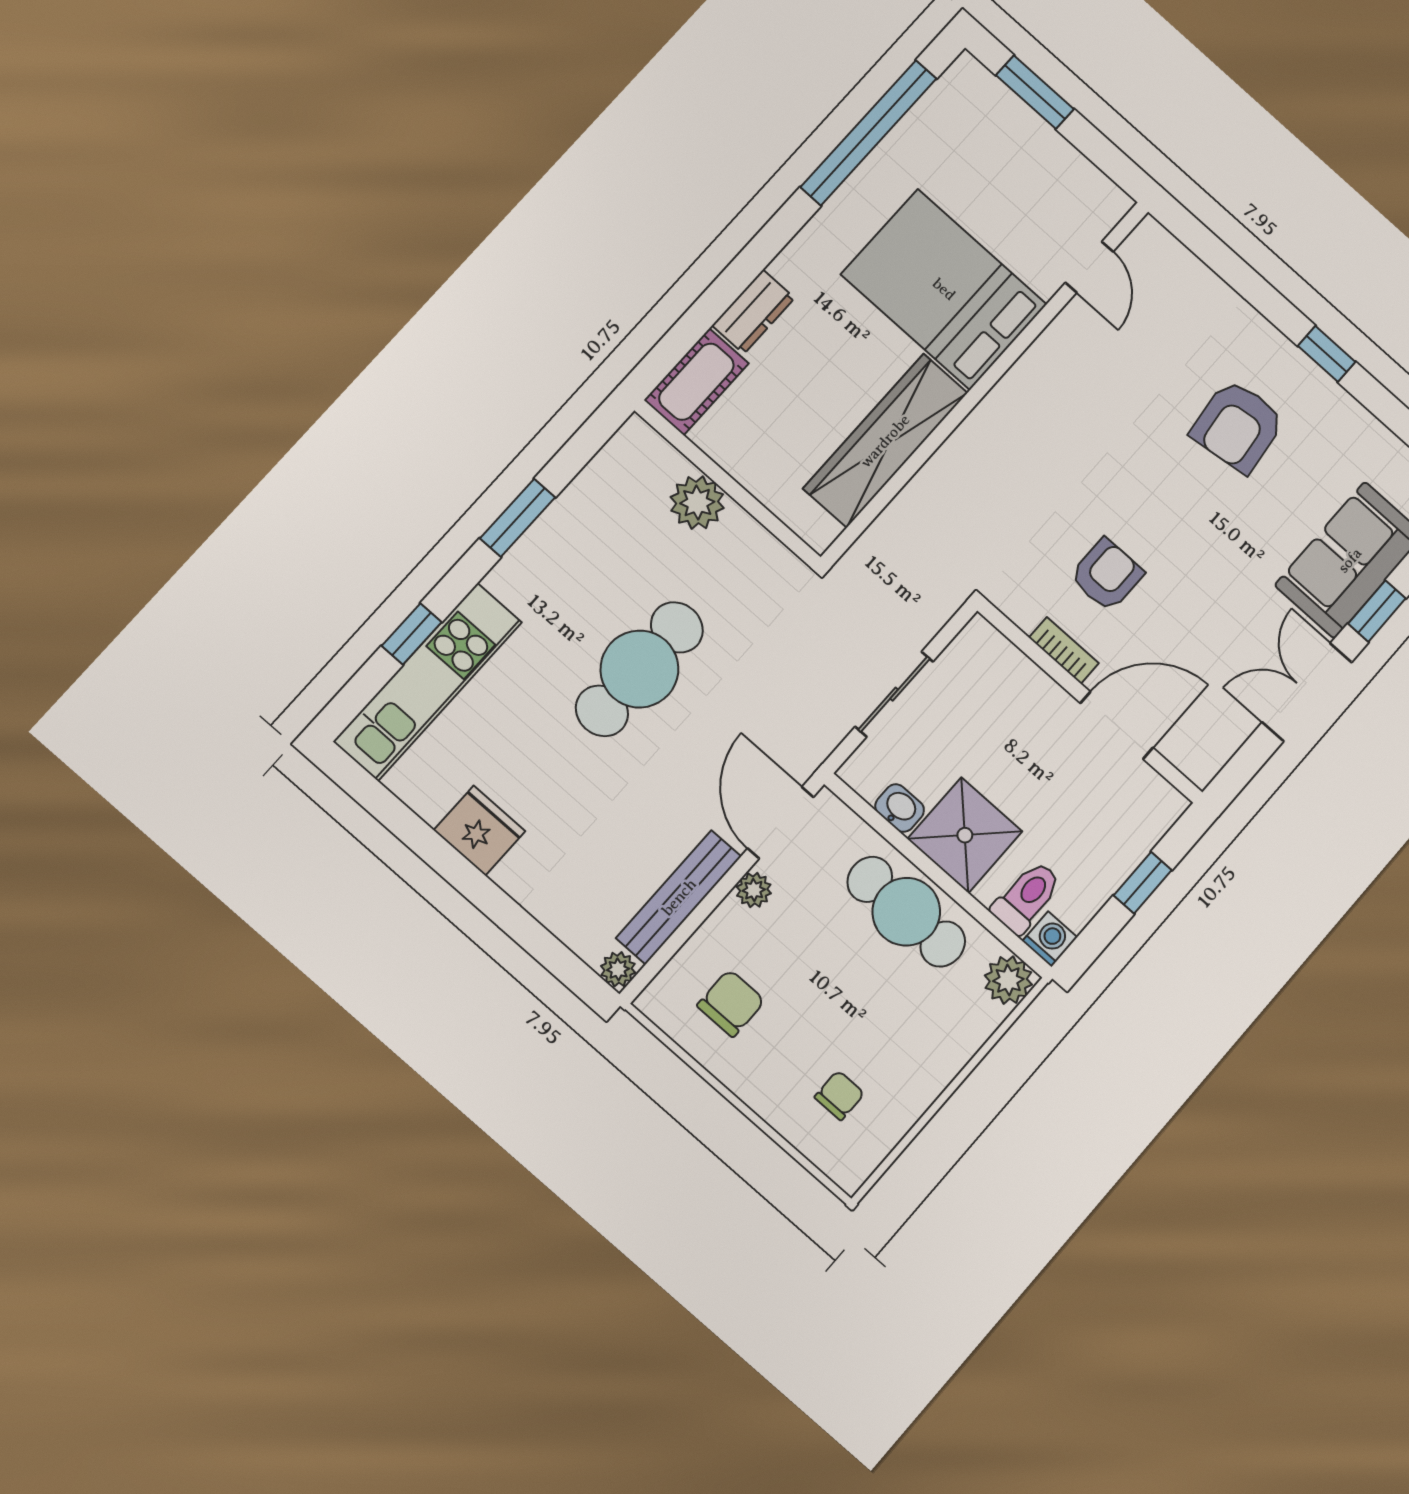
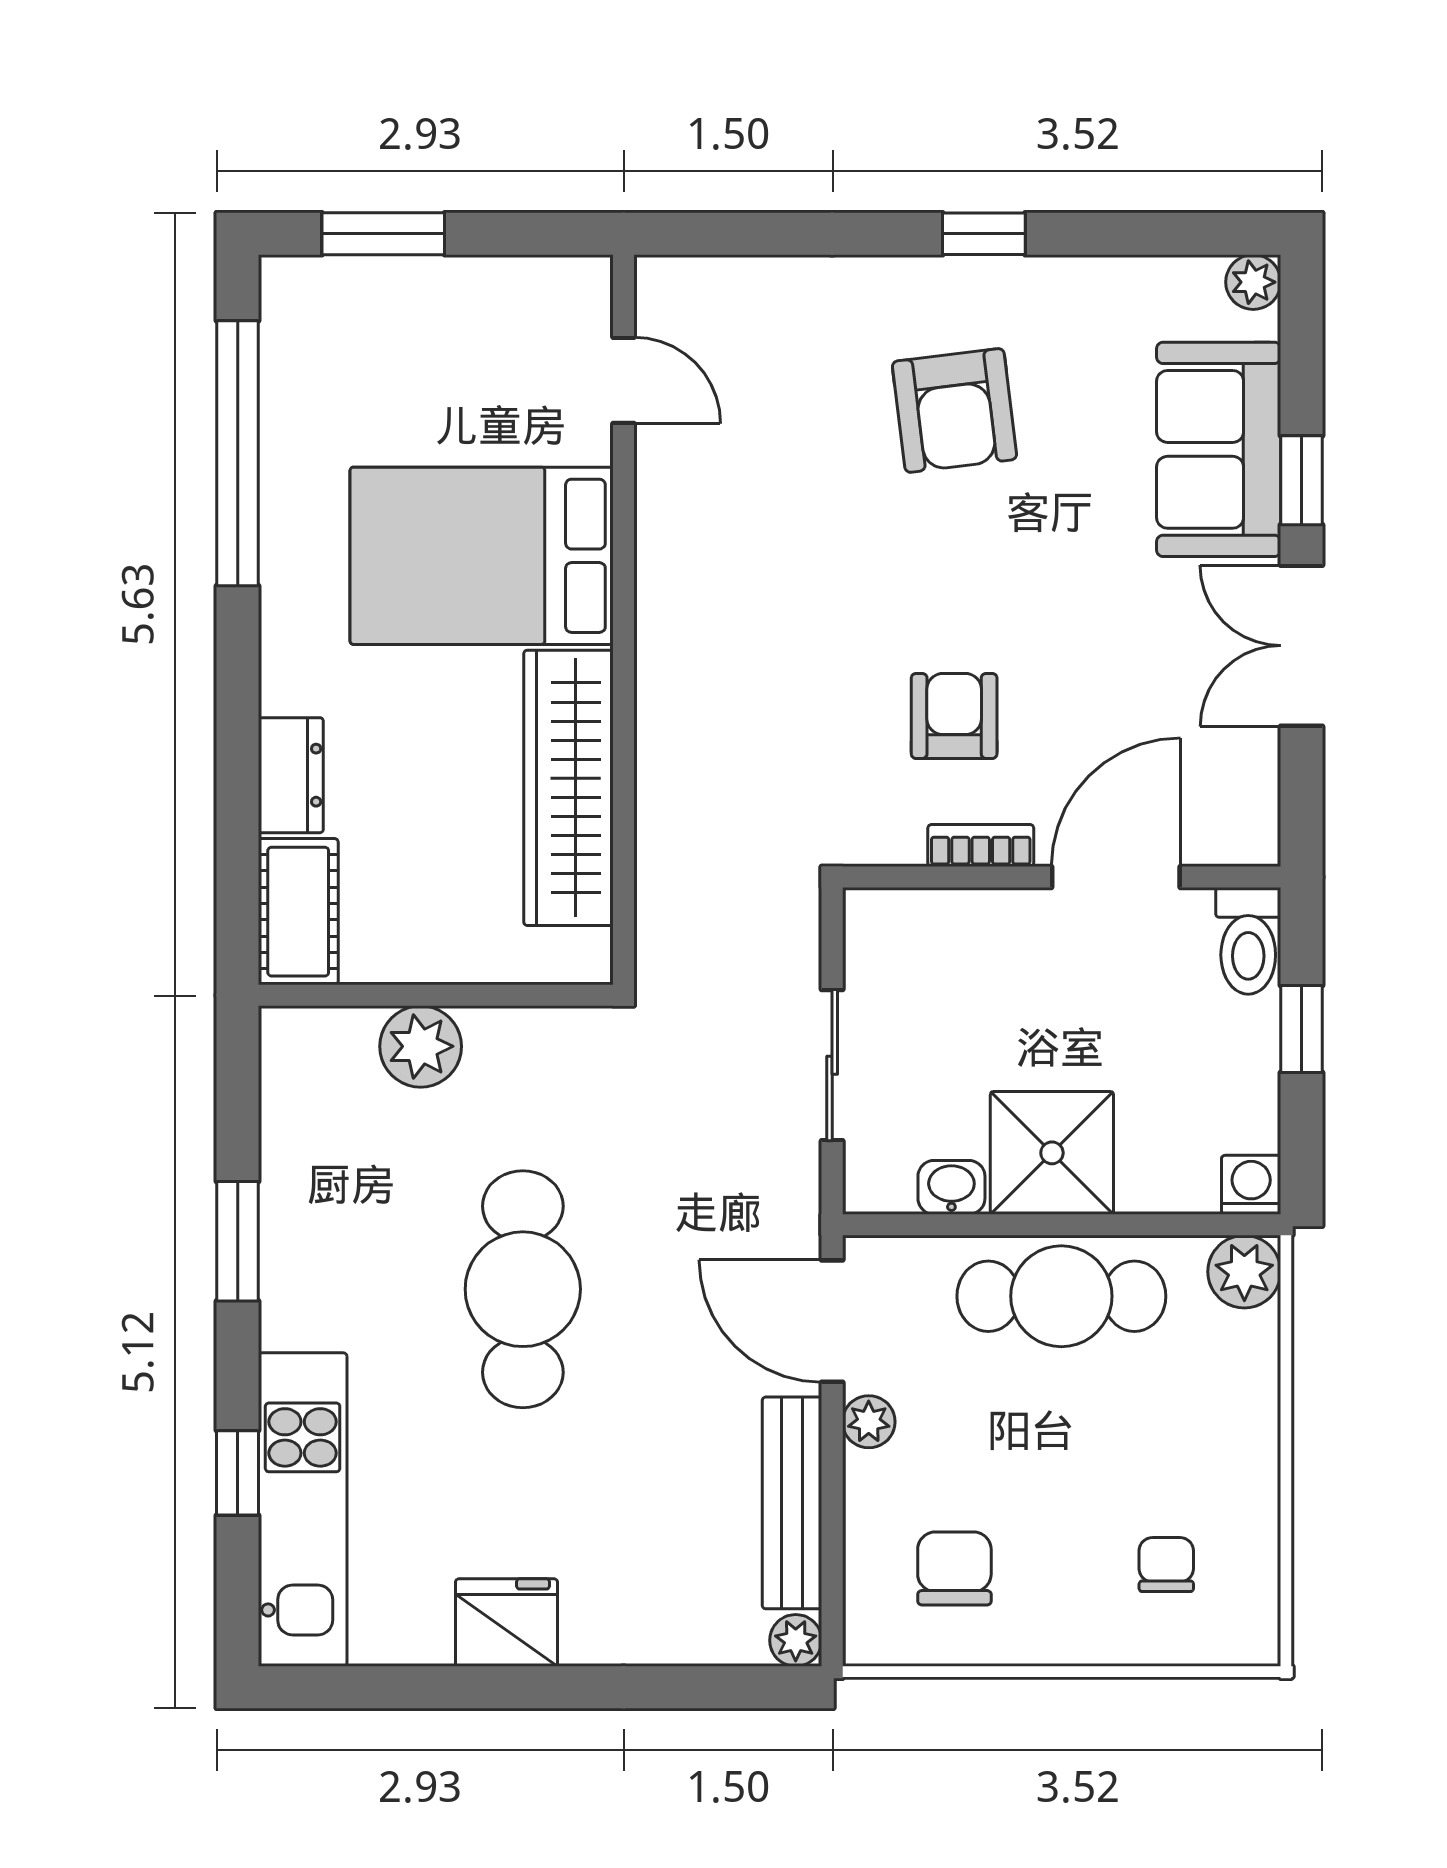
toilet: (1027, 897) -> (1248, 941), moved, turned 180

